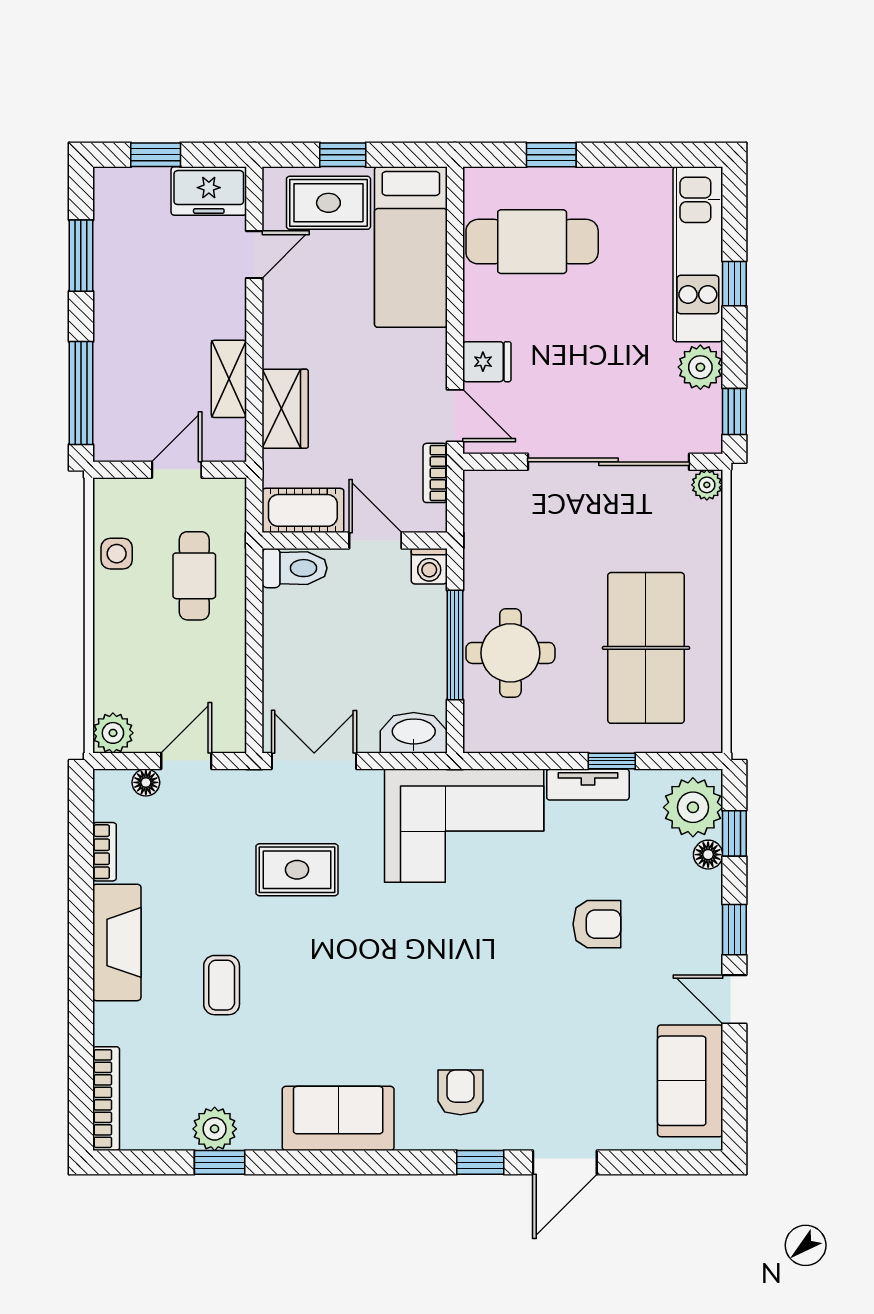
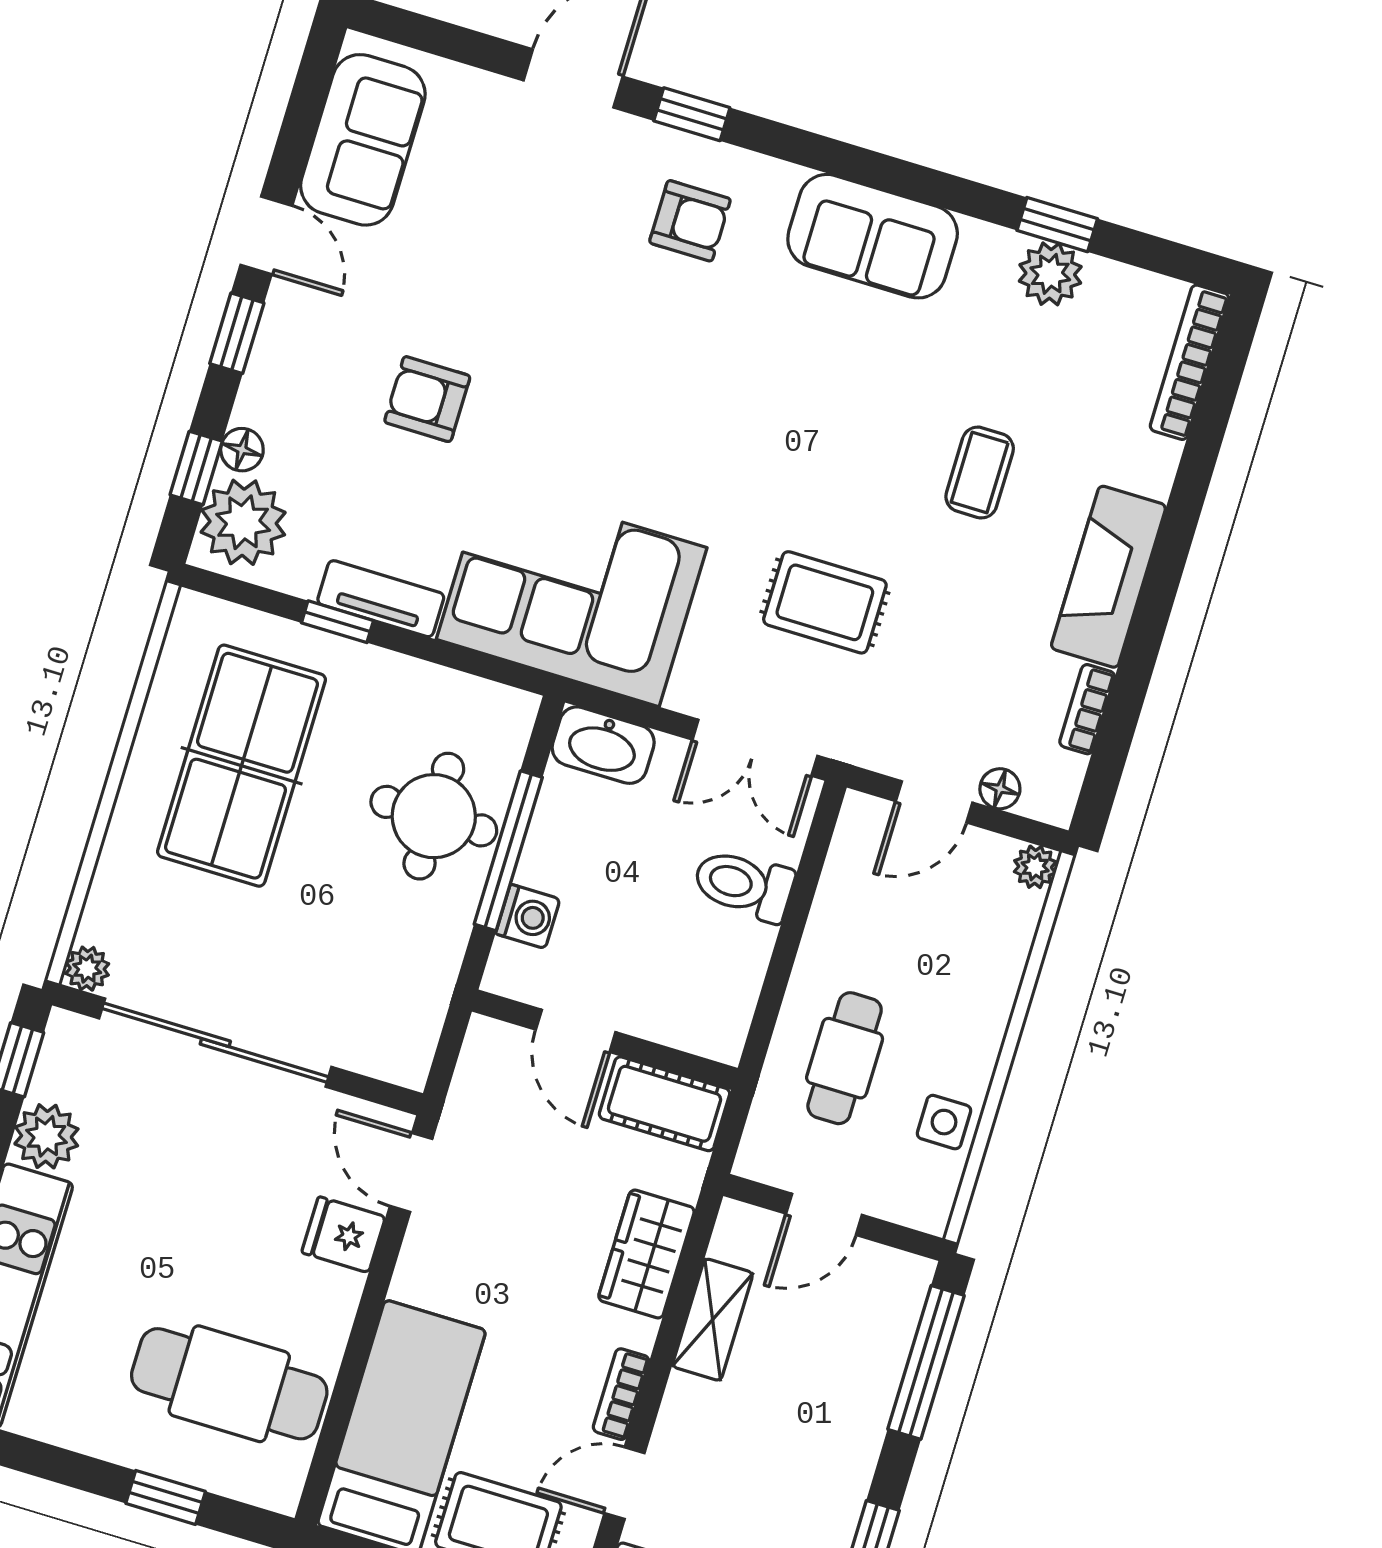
bookcase: (435, 473) -> (621, 1394), moved, turned 180
washing machine: (429, 566) -> (528, 916), moved, turned 90
toilet: (294, 568) -> (744, 885), moved
plant: (113, 733) -> (1035, 867), width x0.73, depth x0.73
armchair: (460, 1092) -> (690, 221), turned -90

